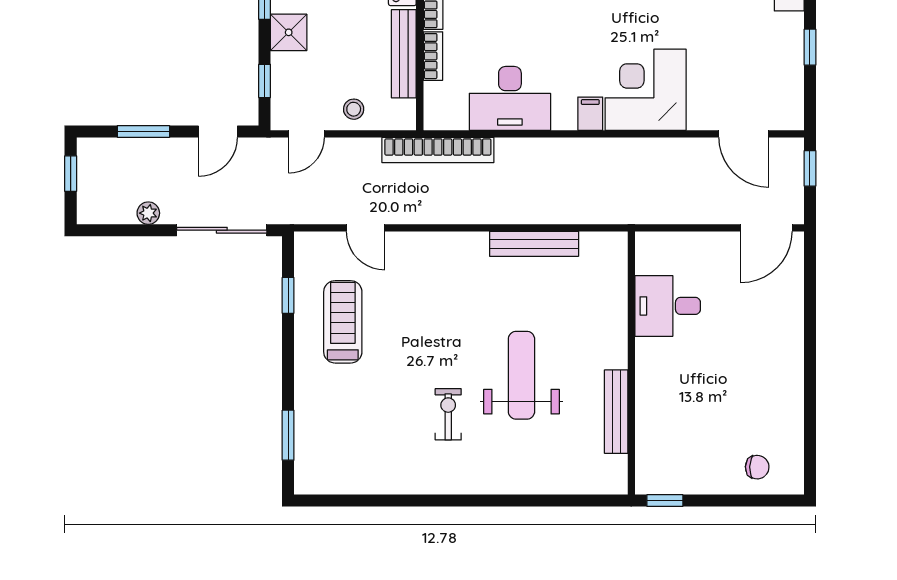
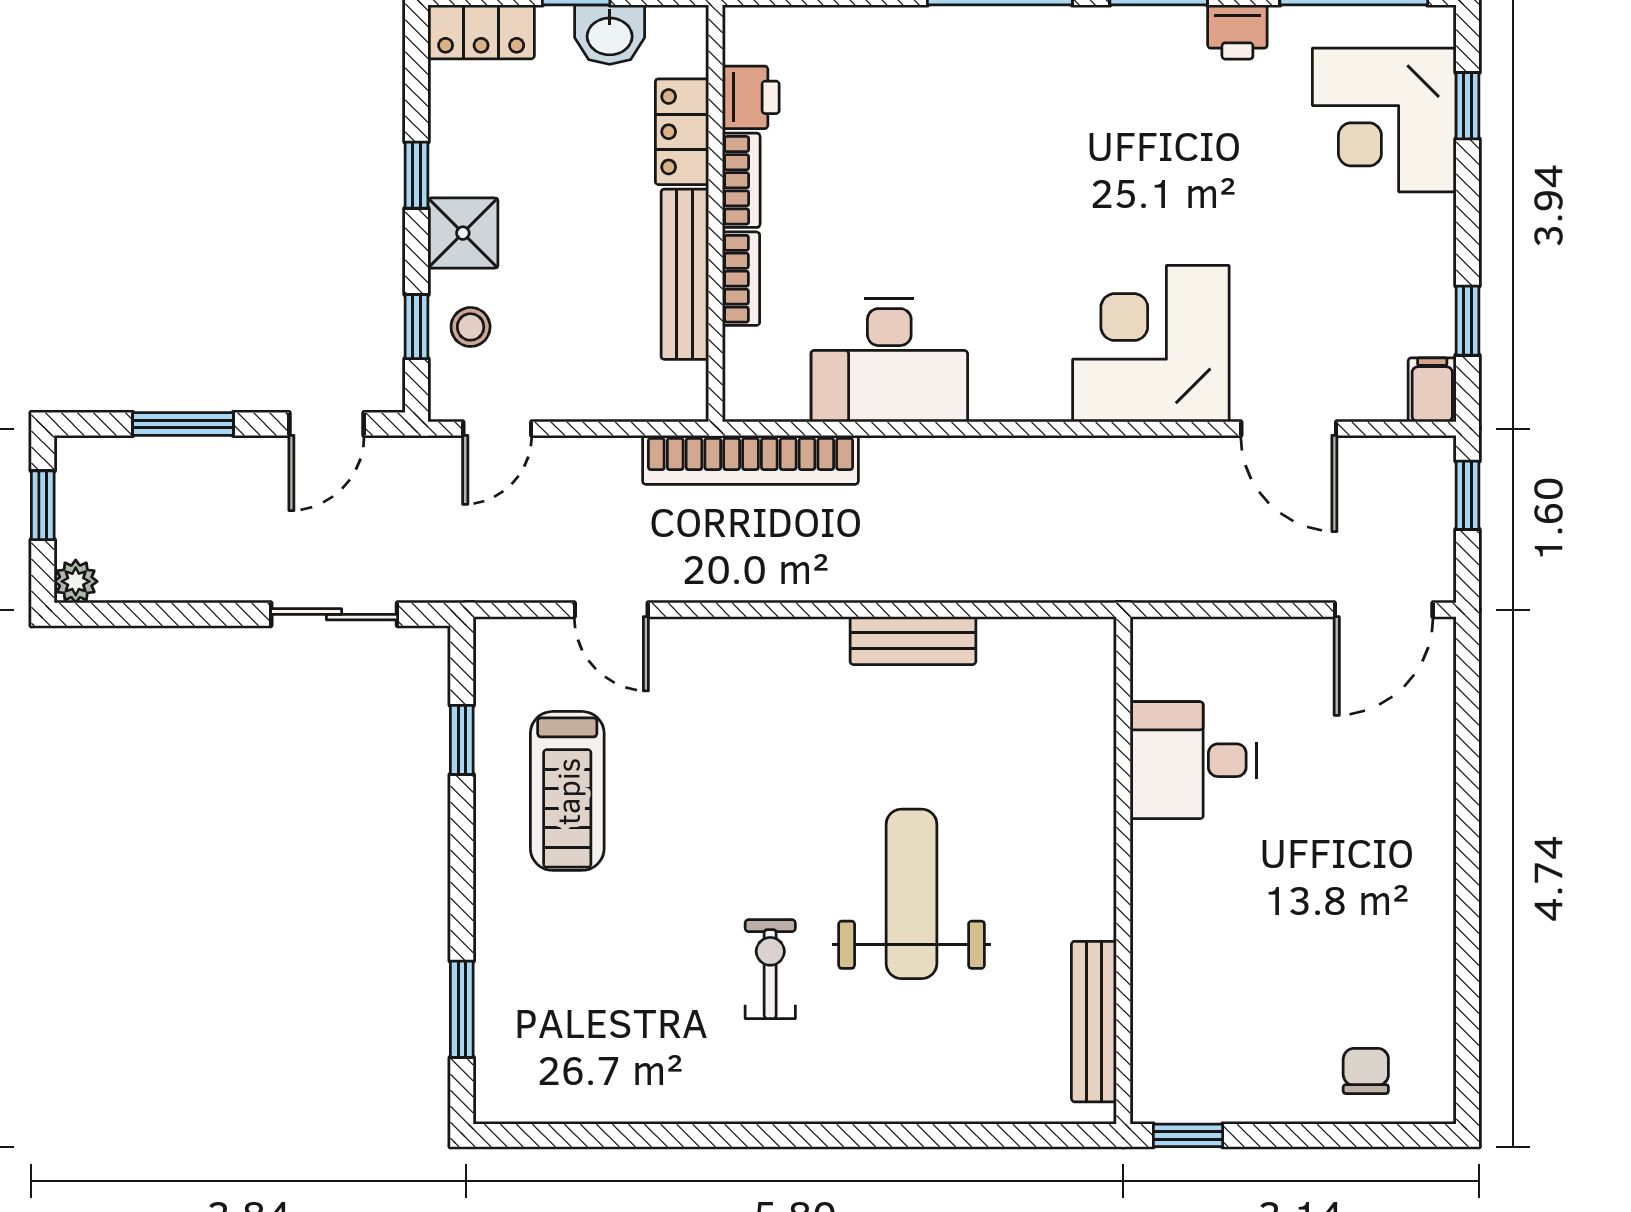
window: (810, 47) -> (1468, 321), moved
stool: (354, 109) -> (471, 327), moved
filing cabinet: (590, 114) -> (1432, 390), moved
door: (744, 134) -> (1289, 429), moved
plant: (148, 213) -> (76, 581), moved
sliding door: (222, 230) -> (334, 614), width x0.73
bench: (534, 244) -> (913, 641), width x0.73
treadmill: (343, 322) -> (567, 791), turned 180
bench: (616, 412) -> (1094, 1022), moved
chair: (757, 467) -> (1366, 1071), turned -92

